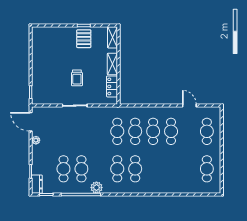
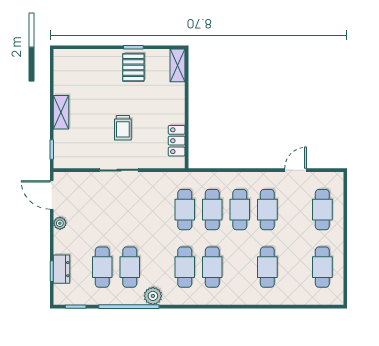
shelving: (112, 64) -> (61, 112), moved
door: (189, 106) -> (296, 170), hinge flipped
cafe table: (171, 169) -> (267, 267), added
dresser: (37, 184) -> (61, 269), moved

